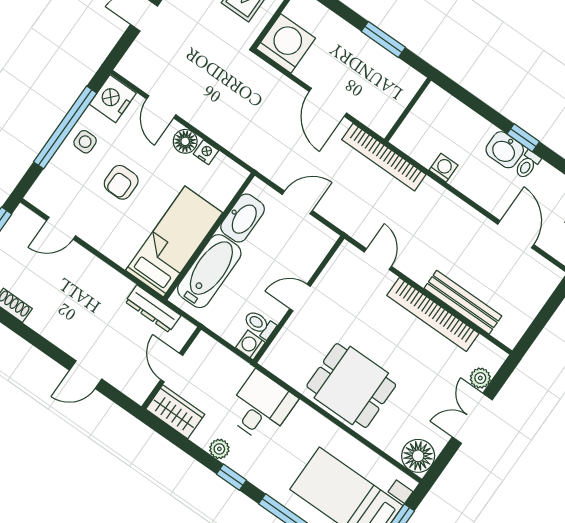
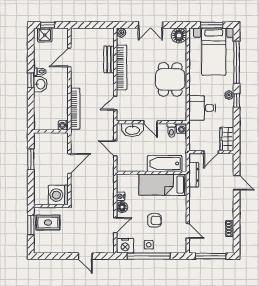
bookcase: (384, 157) -> (75, 109), moved
washing machine: (444, 168) -> (63, 125), moved
washbasin: (243, 218) -> (132, 130), moved, turned 180
bench: (463, 302) -> (109, 59), width x0.73
plant: (480, 378) -> (121, 33), moved
plant: (219, 449) -> (229, 95), moved

